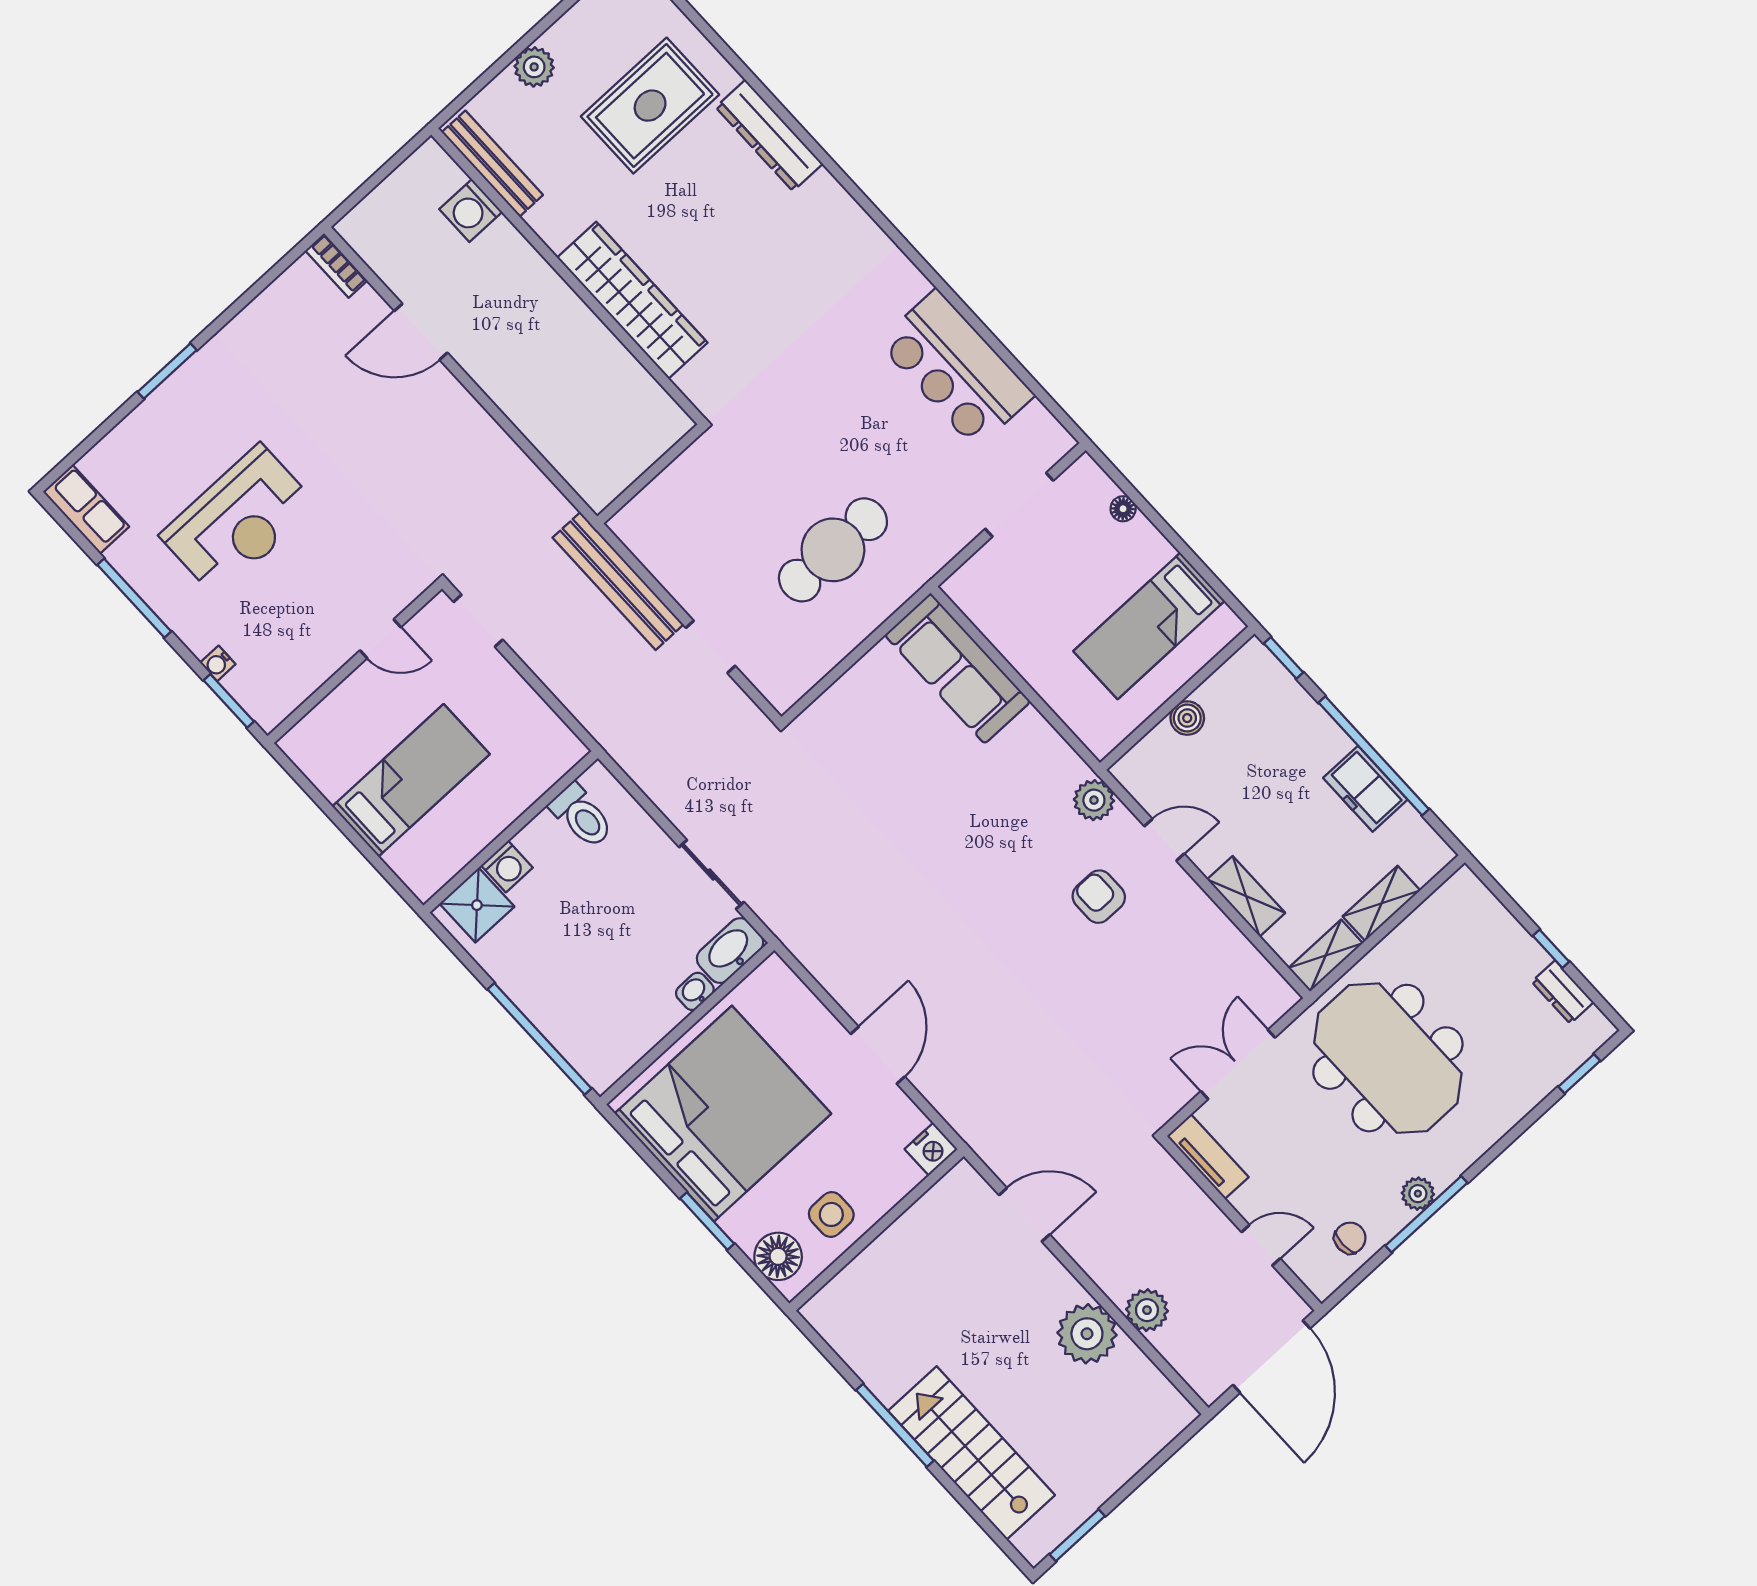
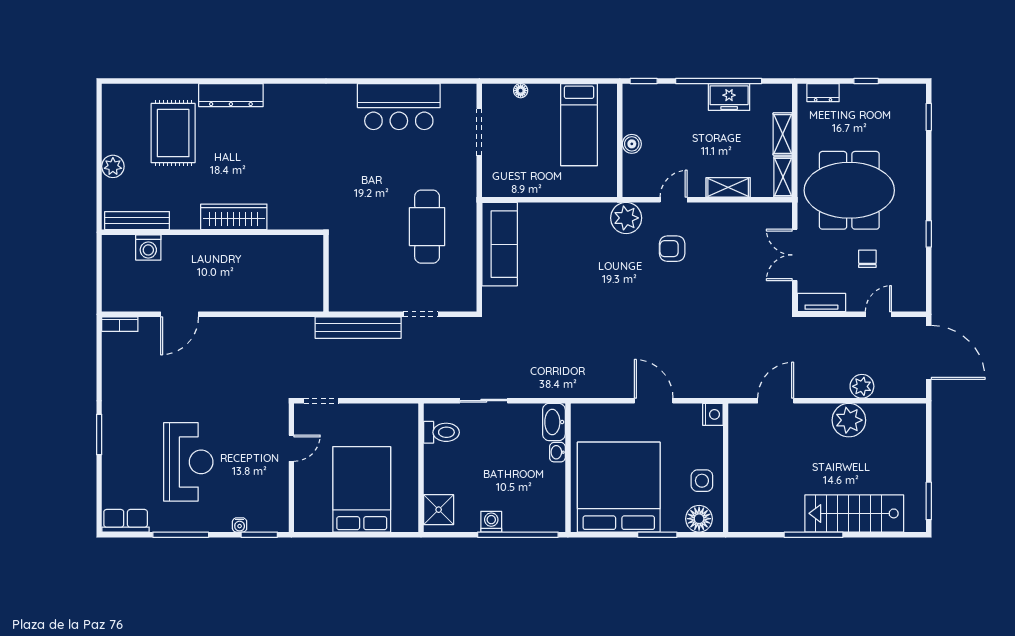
wardrobe: (632, 300) -> (234, 217), width x0.71, depth x0.85
sofa: (958, 668) -> (500, 244), moved, turned -90
bed: (411, 780) -> (362, 489), width x1.50
plant: (1094, 800) -> (626, 218), width x1.36, depth x1.36
washing machine: (507, 867) -> (491, 522), moved, turned -90
sliding door: (711, 875) -> (484, 401), moved
dresser: (1563, 992) -> (823, 93), moved
plant: (1418, 1194) -> (917, 230), removed
window: (1426, 1214) -> (929, 234), width x0.46
chair: (1350, 1238) -> (867, 259), moved

